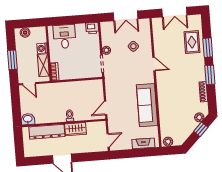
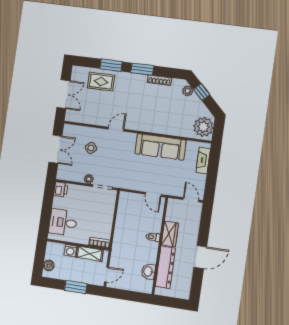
washbasin: (28, 119) -> (148, 272), moved
plant: (168, 142) -> (203, 127), width x1.88, depth x1.88

